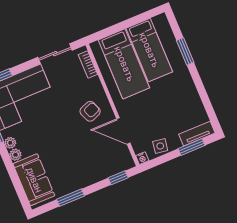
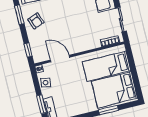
bed: (149, 50) -> (115, 90), width x1.50
armchair: (90, 111) -> (36, 21), moved
door: (123, 131) -> (60, 59), hinge flipped

